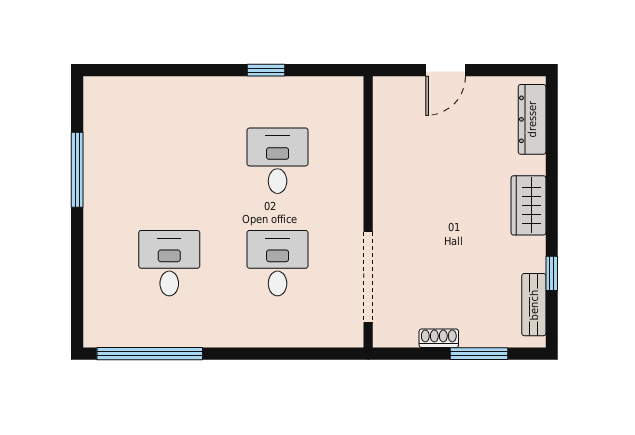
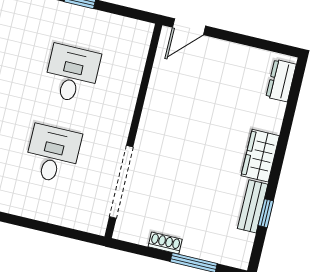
door: (446, 70) -> (189, 27), moved
dresser: (532, 119) -> (281, 81), width x0.70
bench: (534, 305) -> (253, 206), moved

